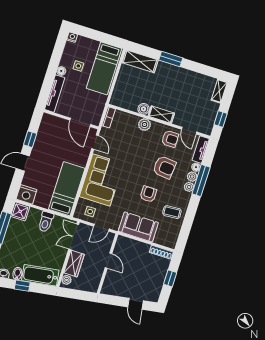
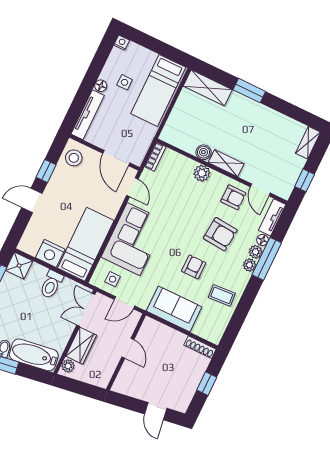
stool: (49, 127) -> (74, 158), added
nightstand: (26, 194) -> (50, 253), moved

